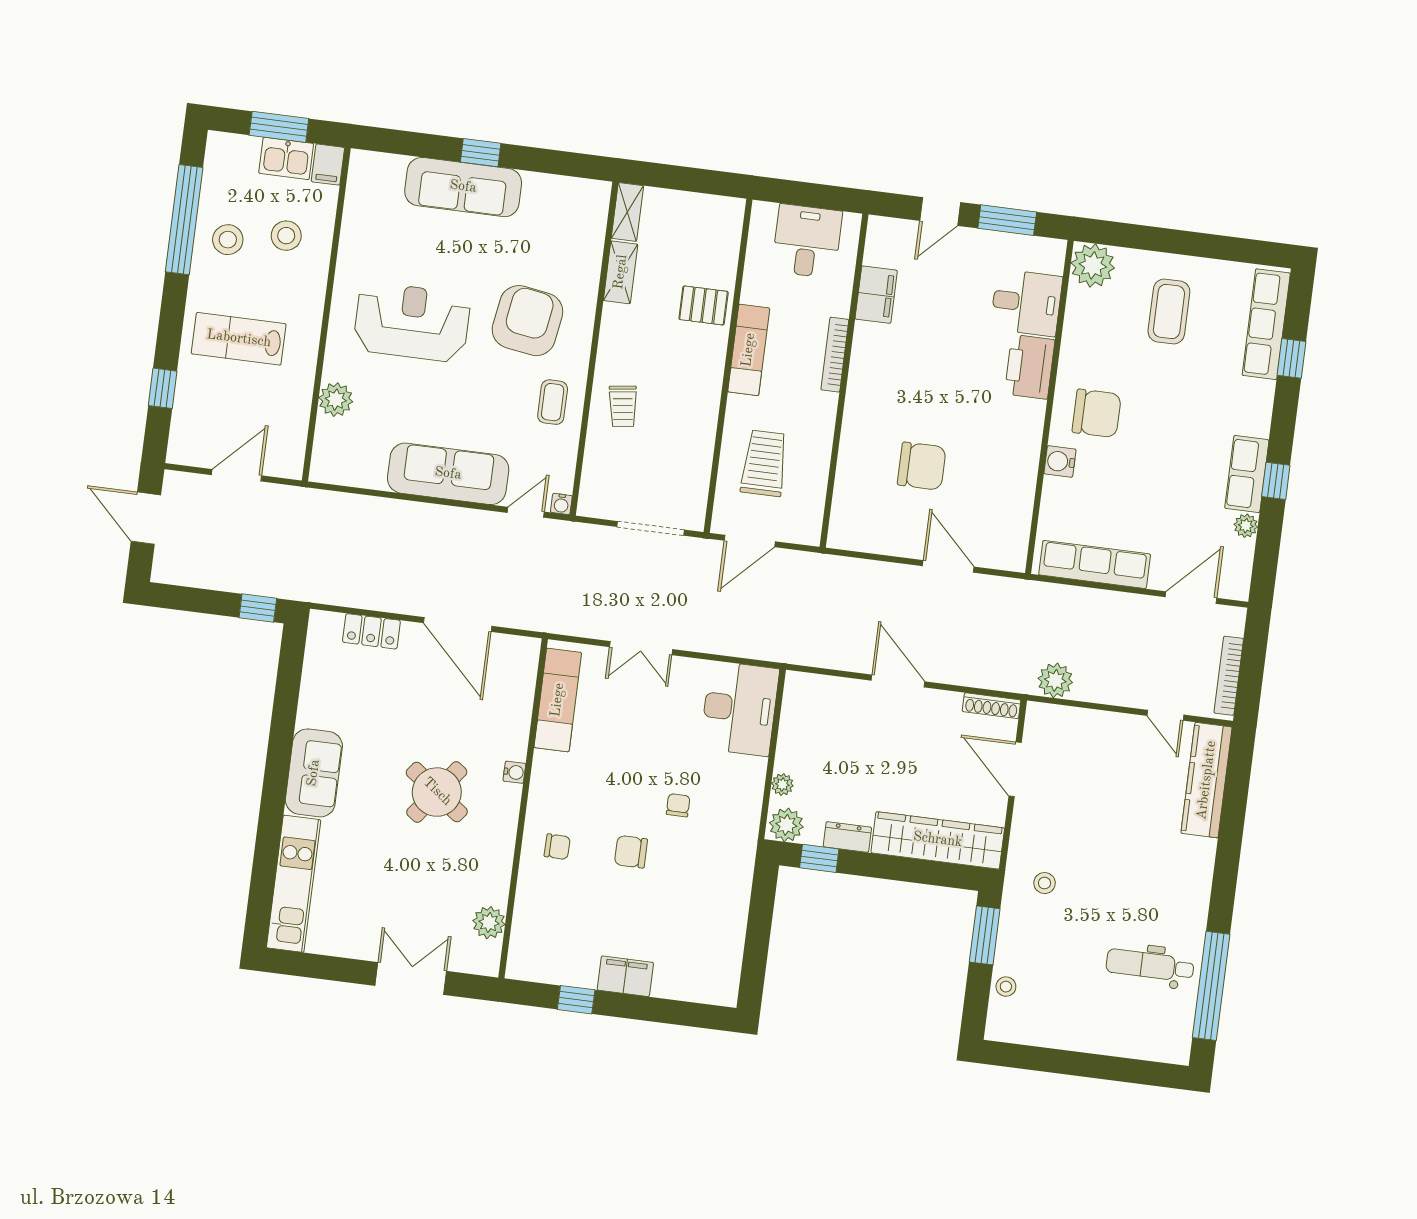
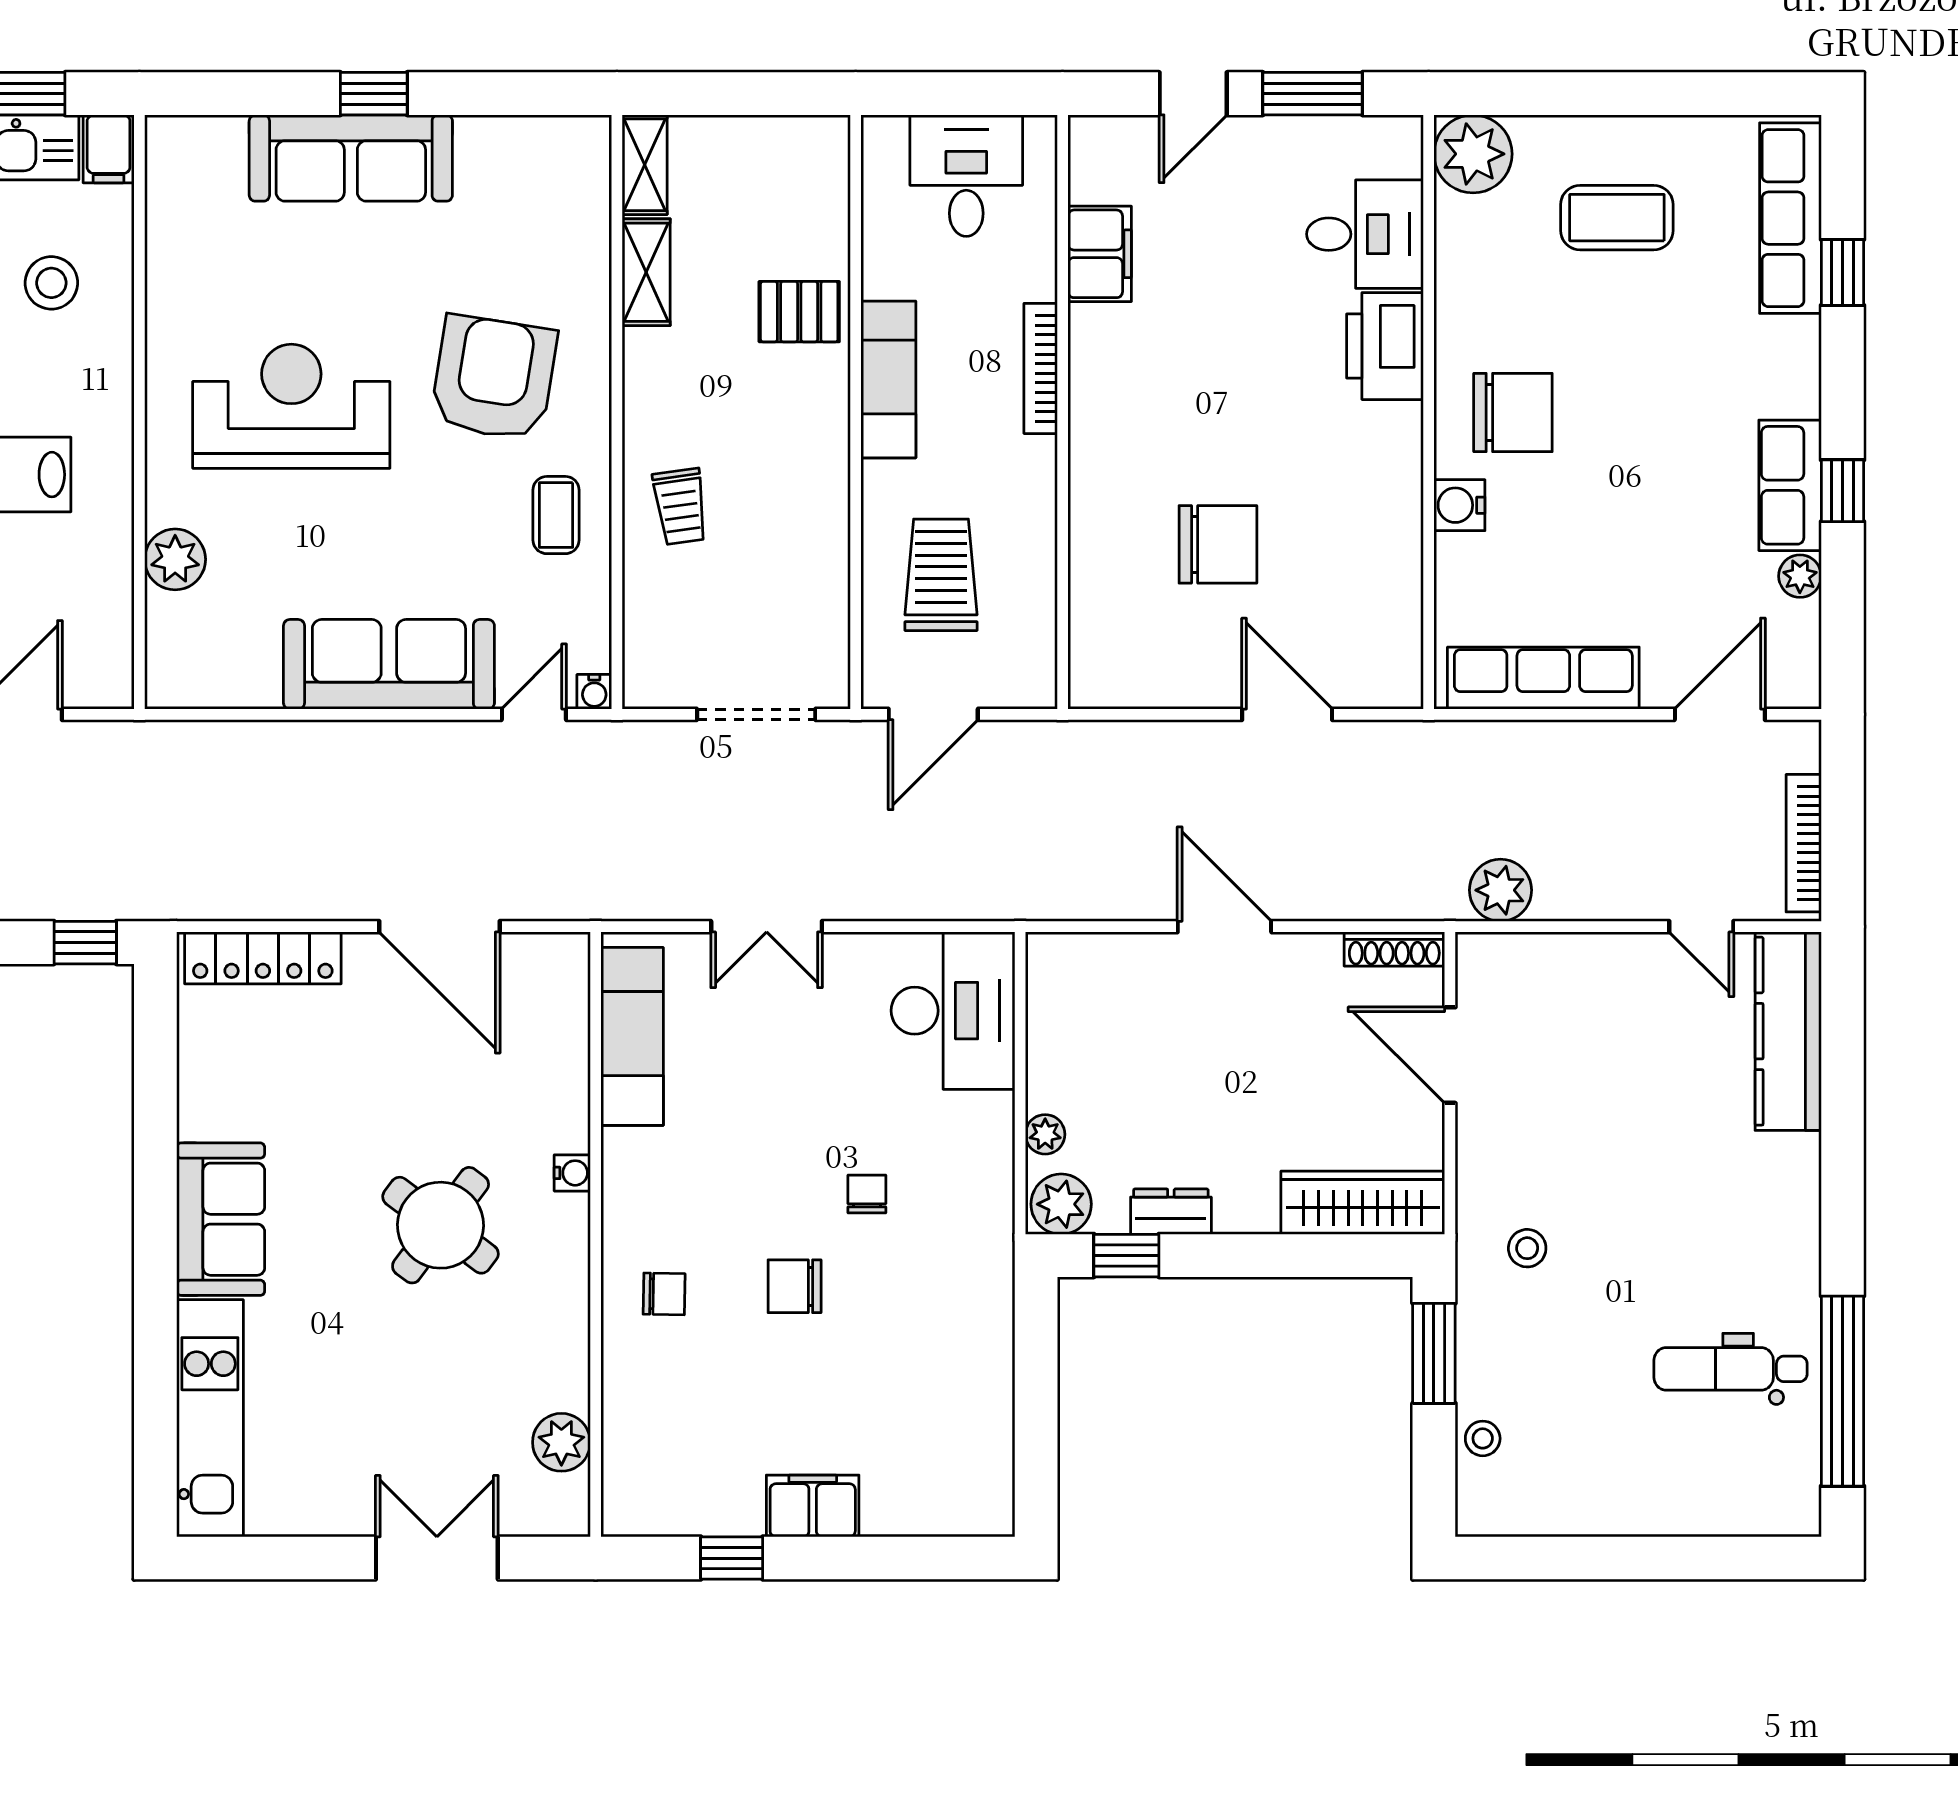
coffee table: (1169, 311) -> (1617, 218), turned 90
locker: (371, 631) -> (263, 958), width x1.53
wardrobe: (938, 840) -> (1363, 1203), width x0.71, depth x0.85

